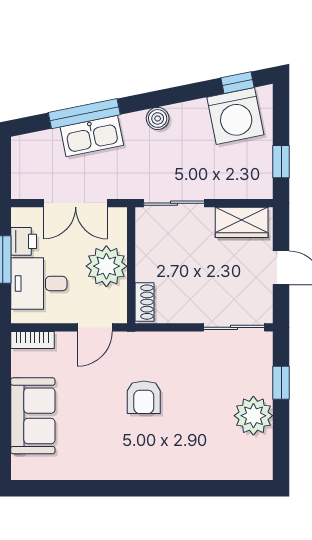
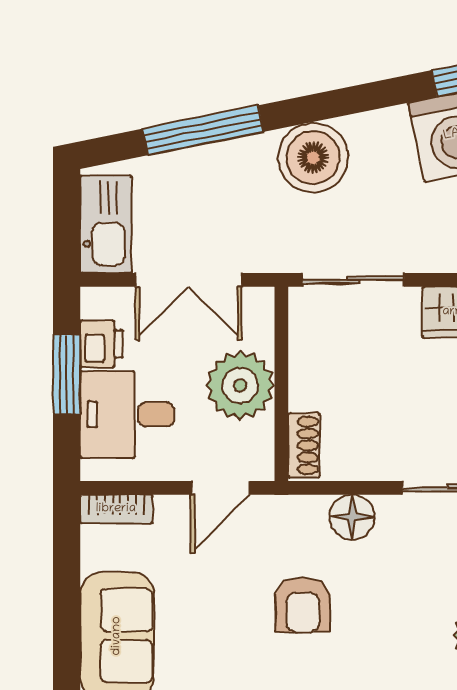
boiler: (158, 118) -> (313, 157), width x1.86, depth x1.86
kitchen sink: (92, 136) -> (106, 224), moved, turned -79
floor lamp: (173, 345) -> (352, 517), added

